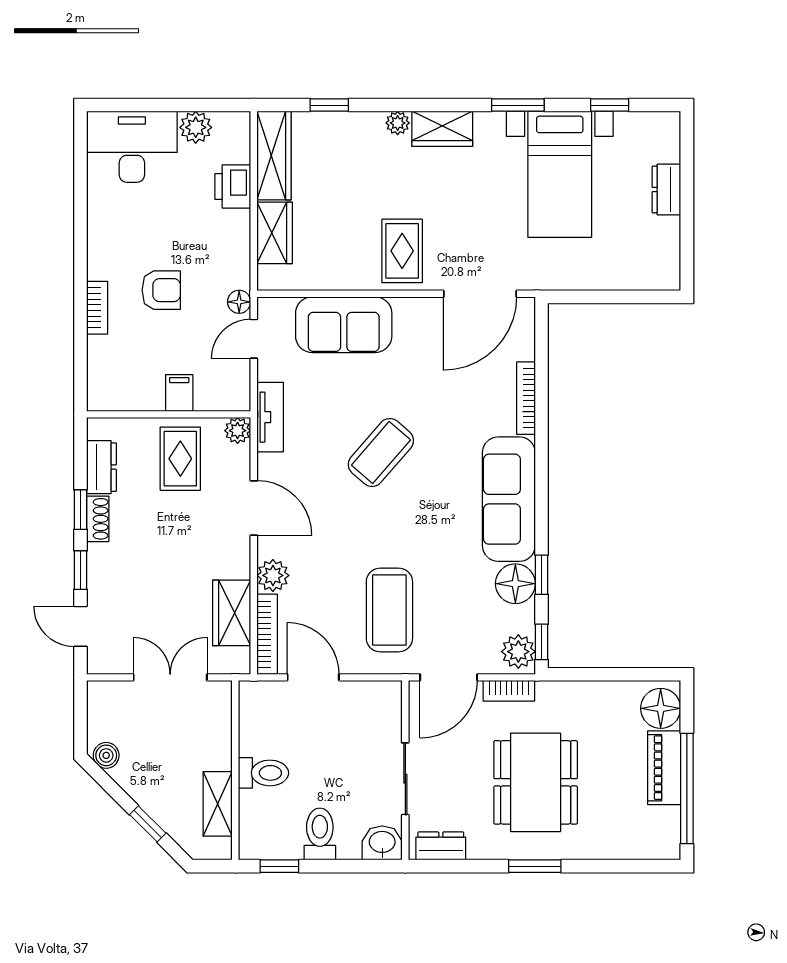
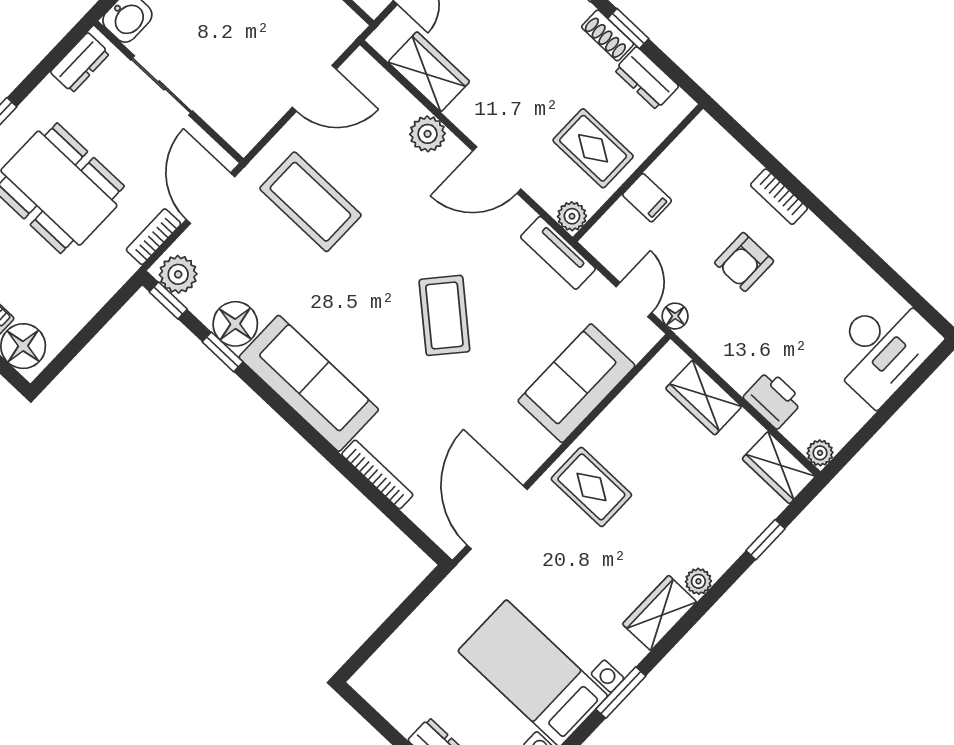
plant: (196, 127) -> (820, 453), moved, width x0.73, depth x0.73
wardrobe: (274, 155) -> (779, 468), width x0.67
bookcase: (267, 634) -> (385, 84), removed

